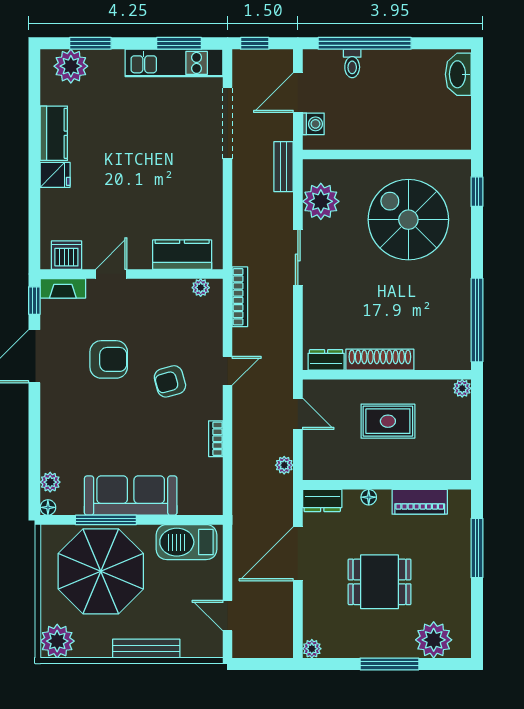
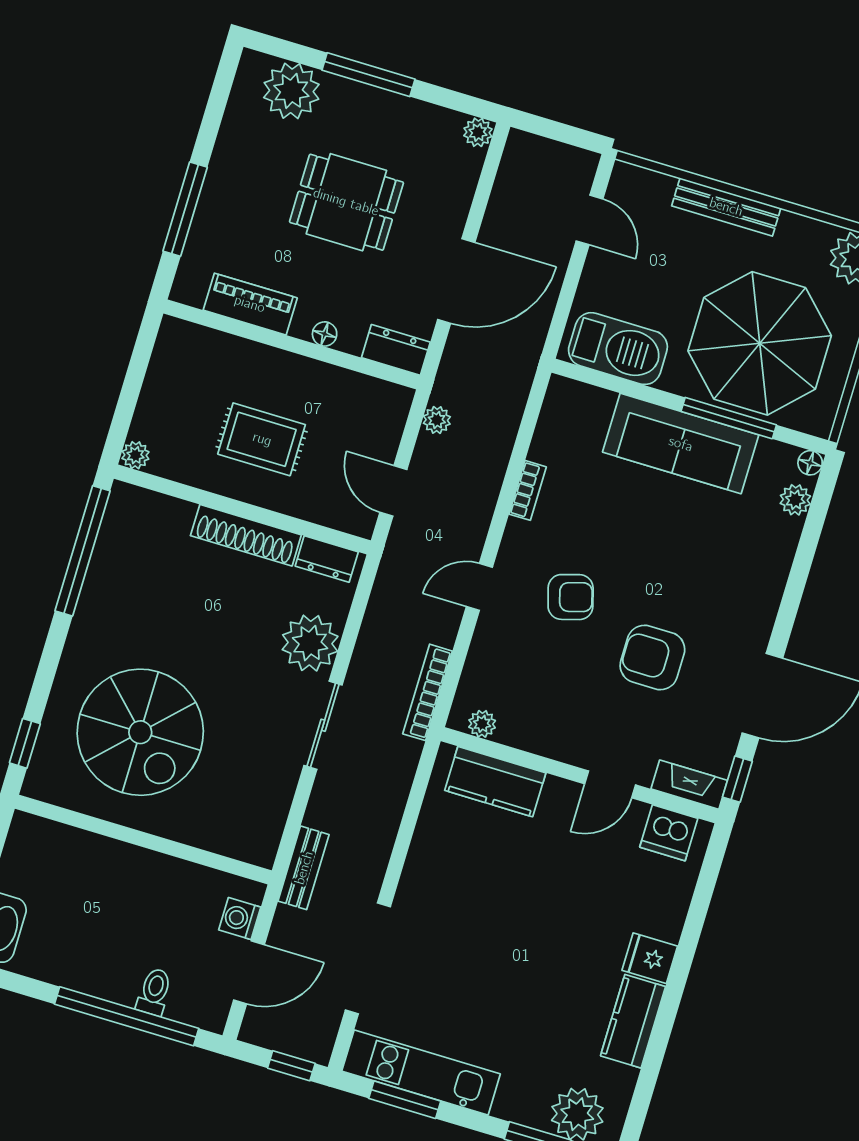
plant: (321, 201) -> (310, 643), moved

